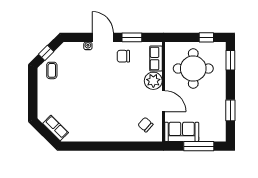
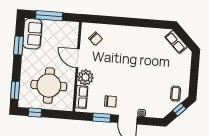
sofa: (182, 132) -> (32, 34), moved, turned -90

